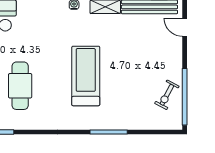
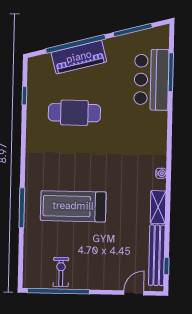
treadmill: (86, 76) -> (73, 206), moved, turned 180
exercise bike: (167, 95) -> (61, 272), turned 62

